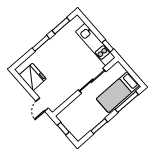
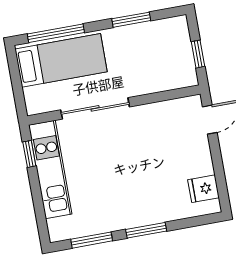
fridge: (33, 77) -> (203, 189), width x0.53, depth x0.75

